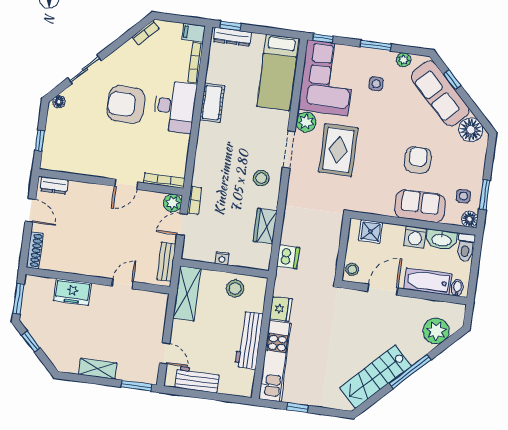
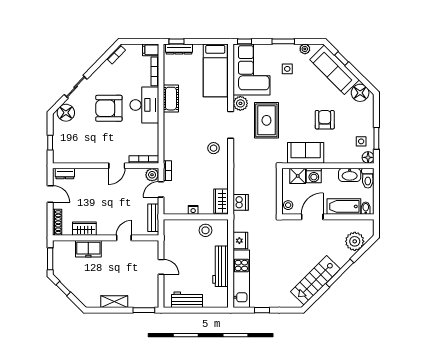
floor lamp: (59, 102) -> (66, 113), width x1.89, depth x1.89
sofa: (420, 206) -> (306, 153), moved
wardrobe: (265, 226) -> (221, 201), moved
washing machine: (415, 237) -> (314, 176), moved
wardrobe: (70, 264) -> (84, 229), added
shelving: (187, 293) -> (171, 239), removed
door: (165, 353) -> (161, 267), moved

